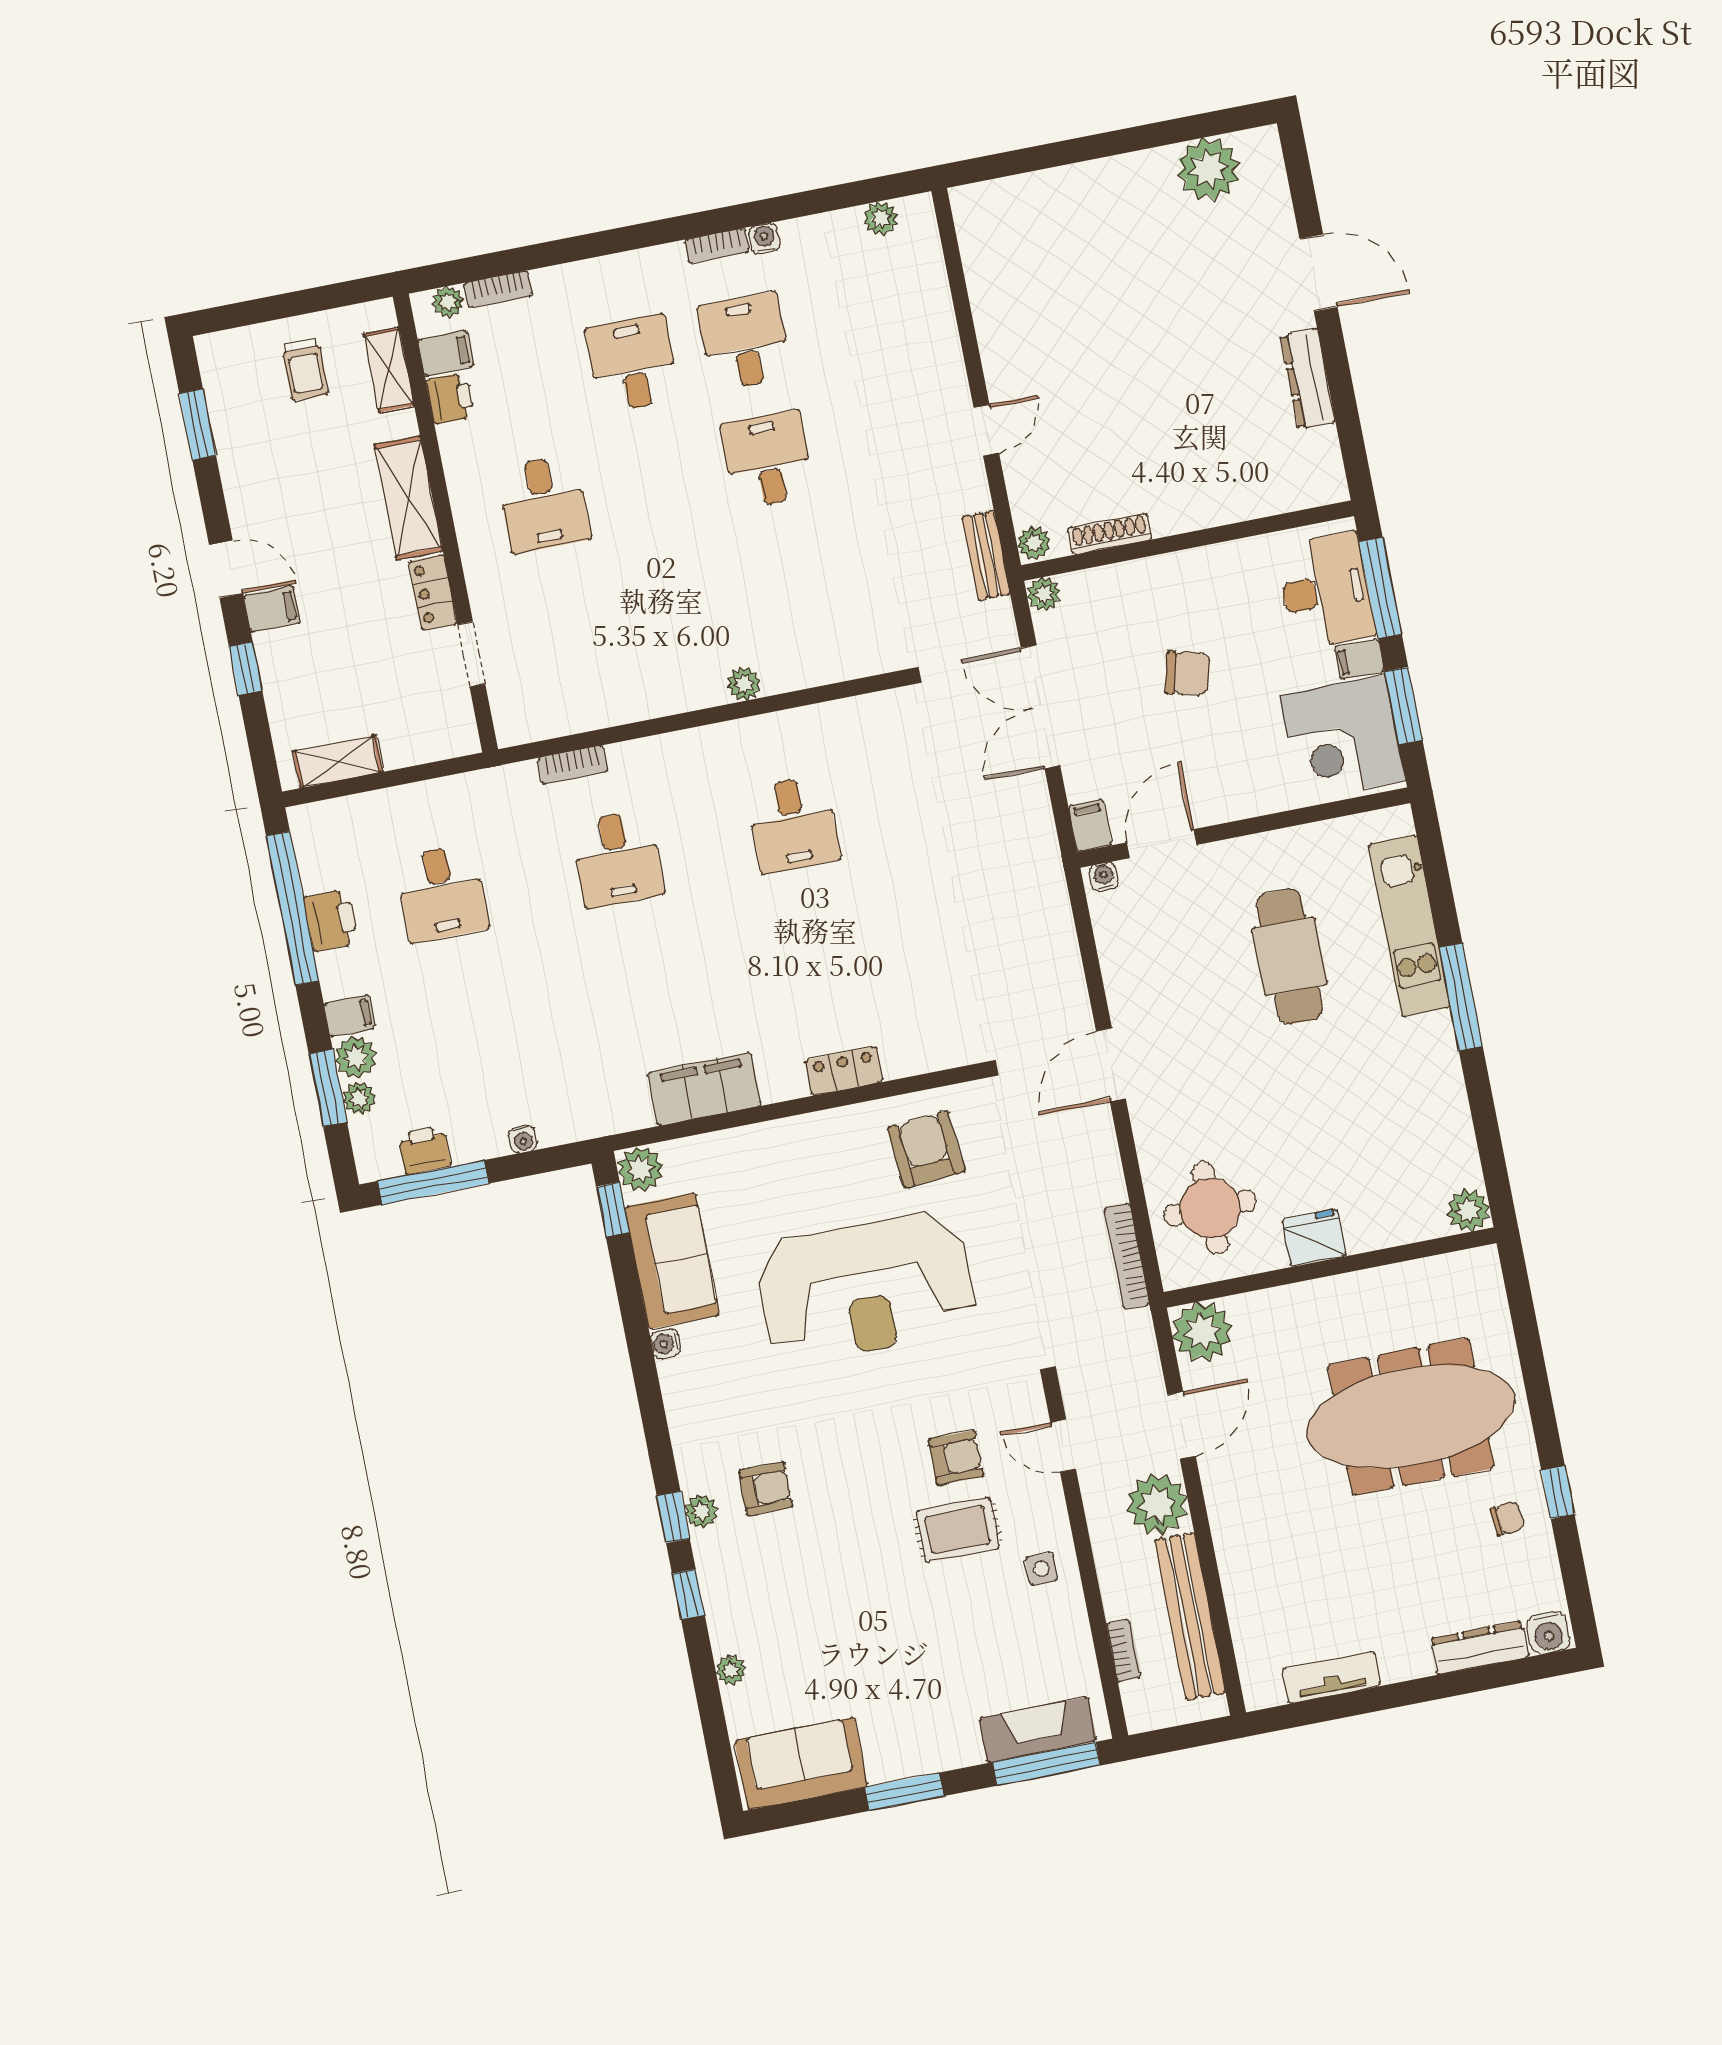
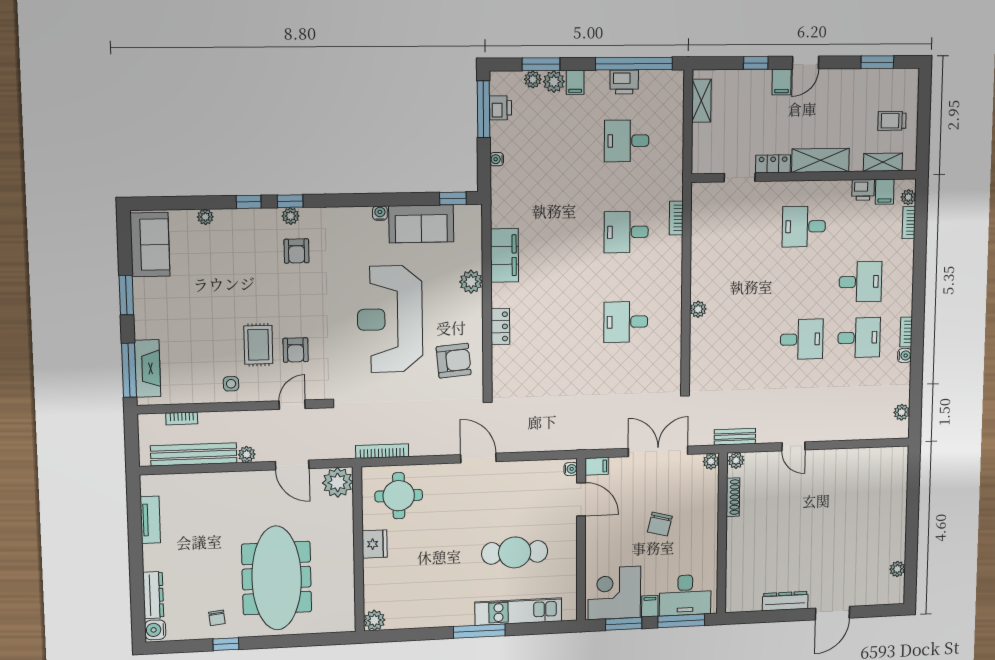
plant: (1209, 169) -> (897, 569), width x0.53, depth x0.53
plant: (641, 1169) -> (471, 282), moved
plant: (1157, 1504) -> (247, 454), width x0.53, depth x0.53

